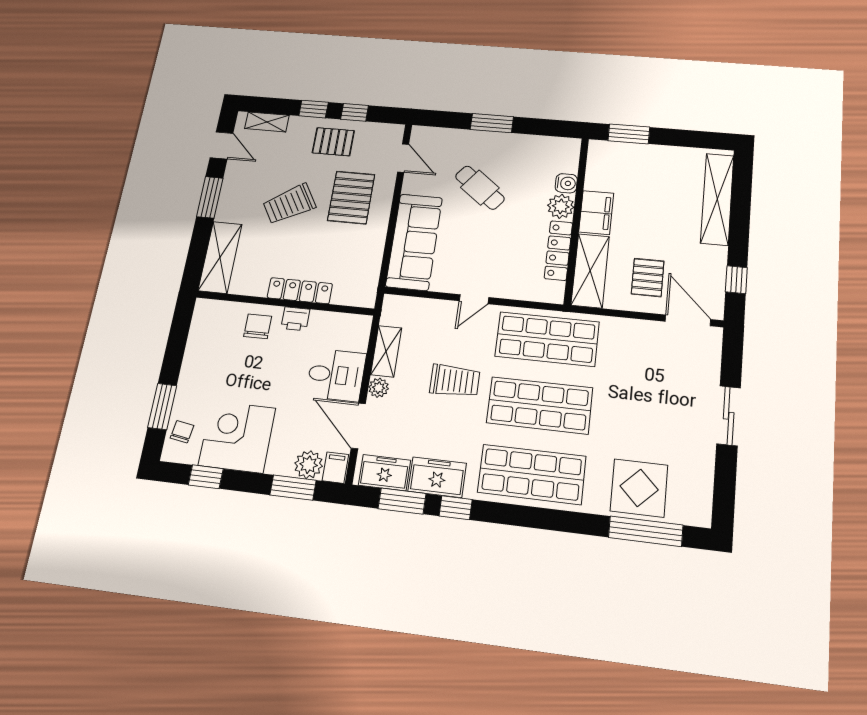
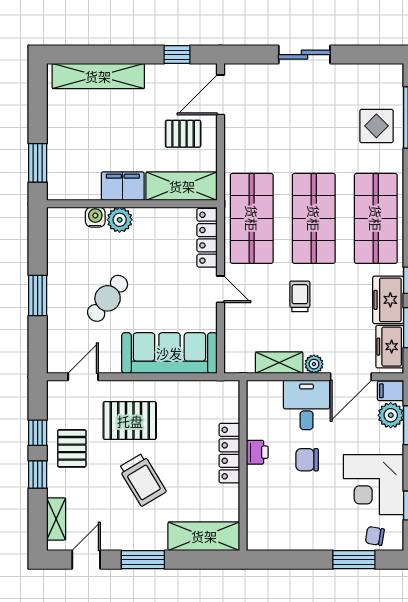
locker: (558, 250) -> (207, 238), moved, turned 90
chair: (258, 326) -> (307, 460), moved
trolley: (455, 381) -> (300, 296), width x0.73, depth x0.72
display table: (639, 488) -> (376, 126), width x0.73, depth x0.73

